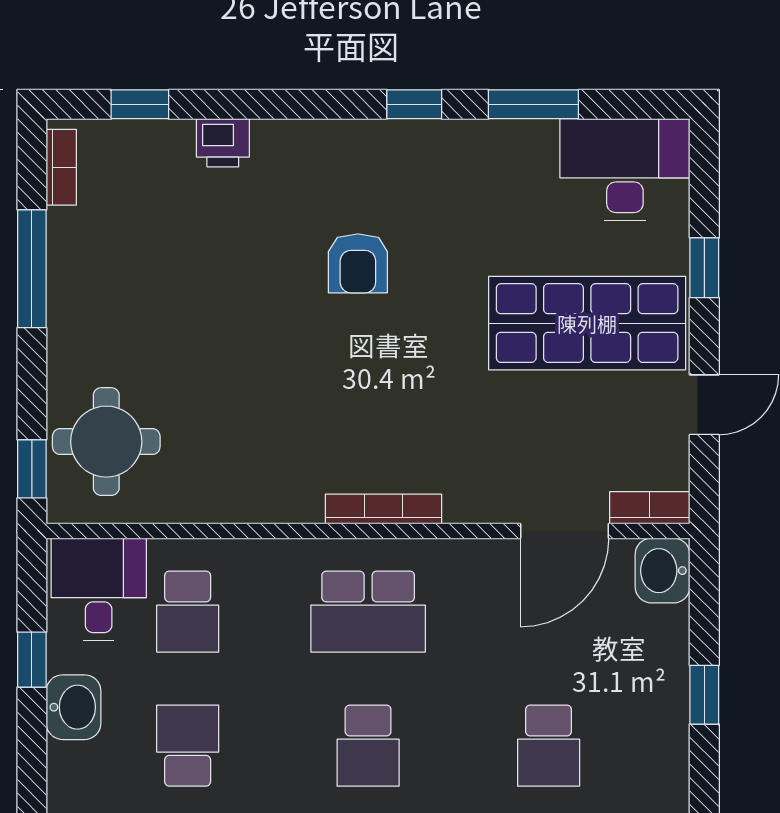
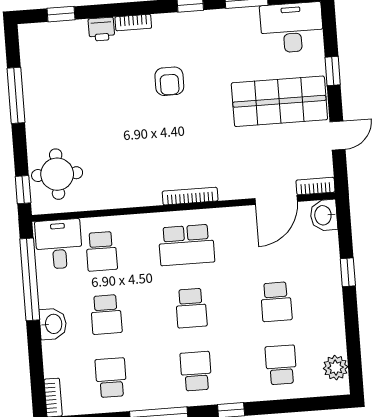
bookcase: (61, 167) -> (133, 23), moved, turned 90
window: (32, 660) -> (30, 279), width x3.17
washbasin: (74, 707) -> (53, 324), moved
school desk: (188, 746) -> (106, 314), turned 180

